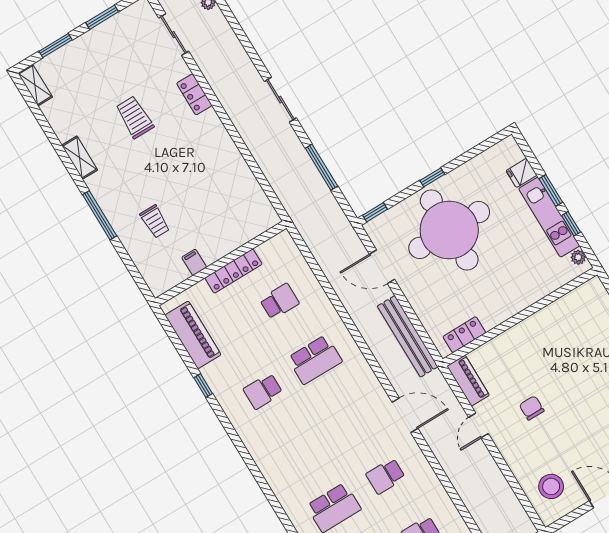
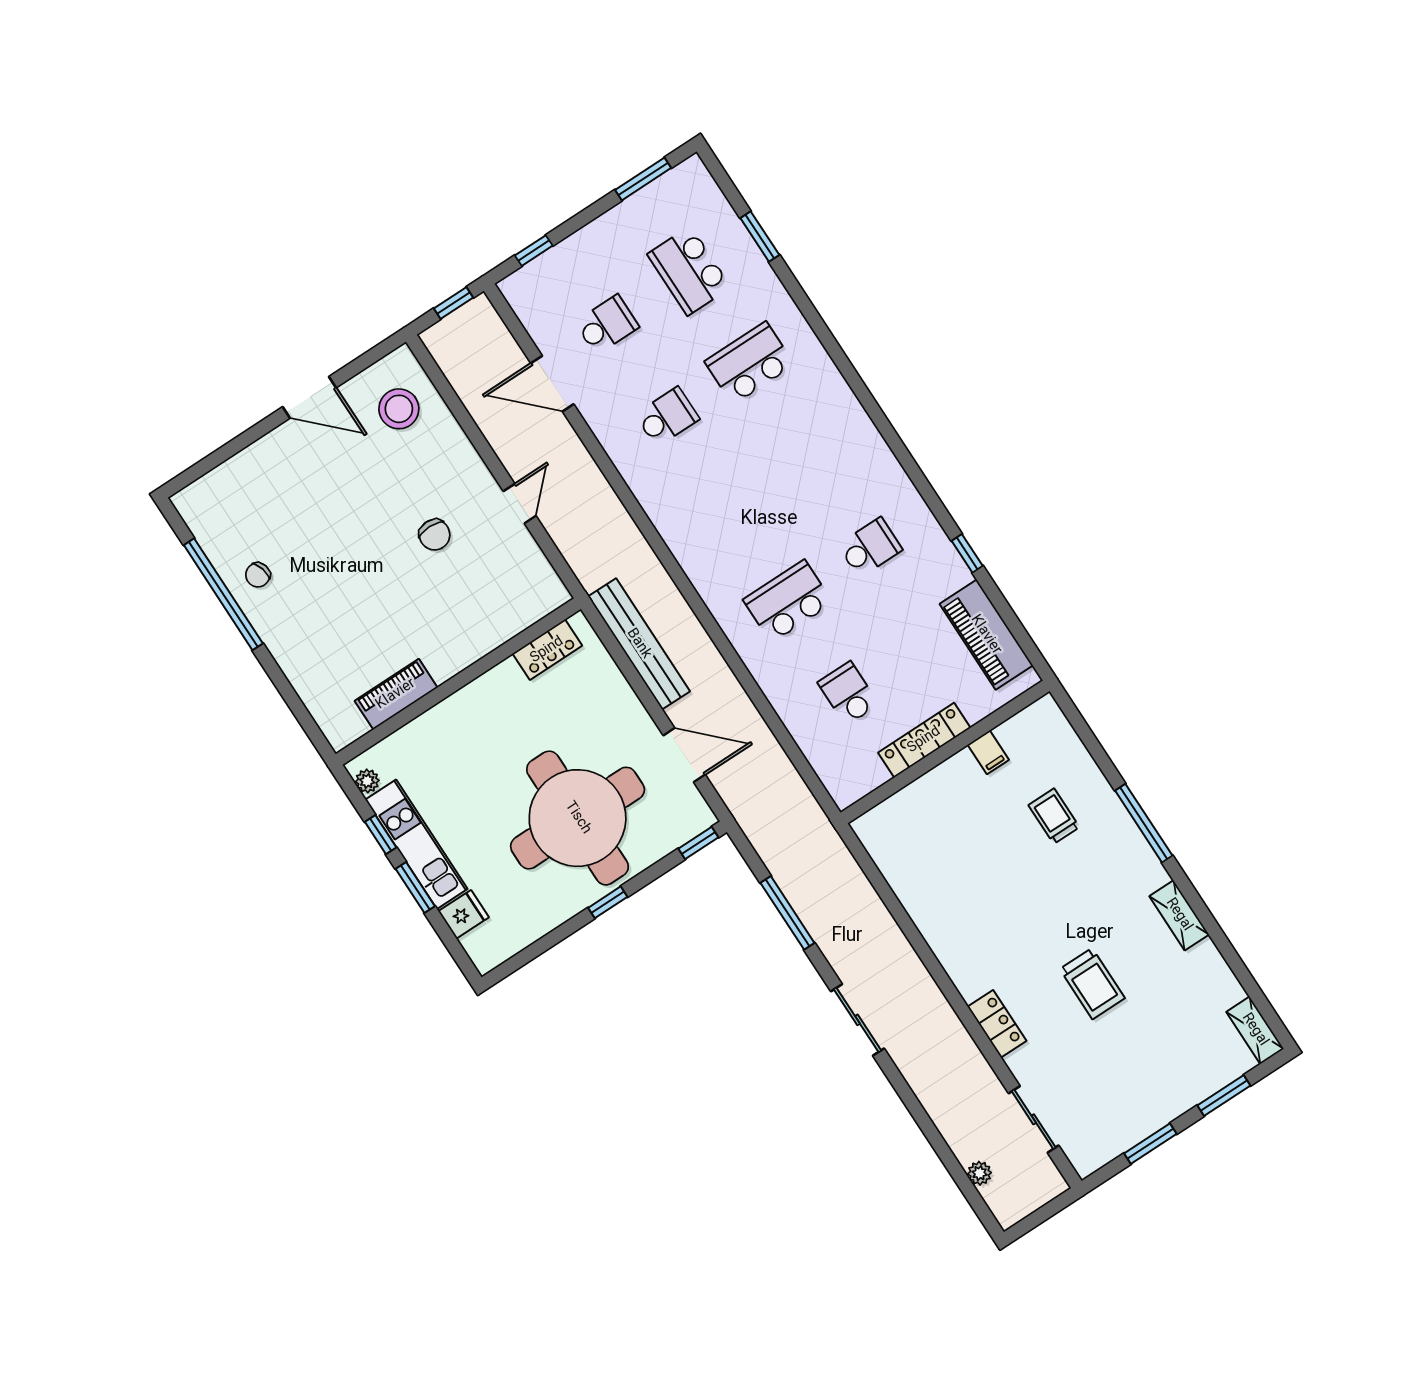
school desk: (279, 301) -> (848, 693), turned 90
piano: (468, 381) -> (396, 694), moved, turned 90
door: (405, 415) -> (552, 384), moved

